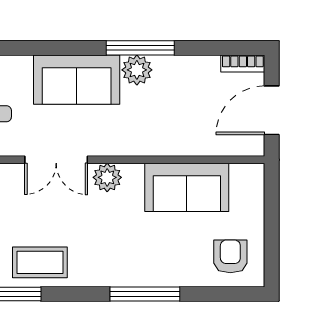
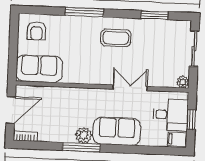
plant: (107, 177) -> (102, 77), removed
sofa: (187, 187) -> (39, 69), moved
coffee table: (40, 262) -> (116, 38), moved

